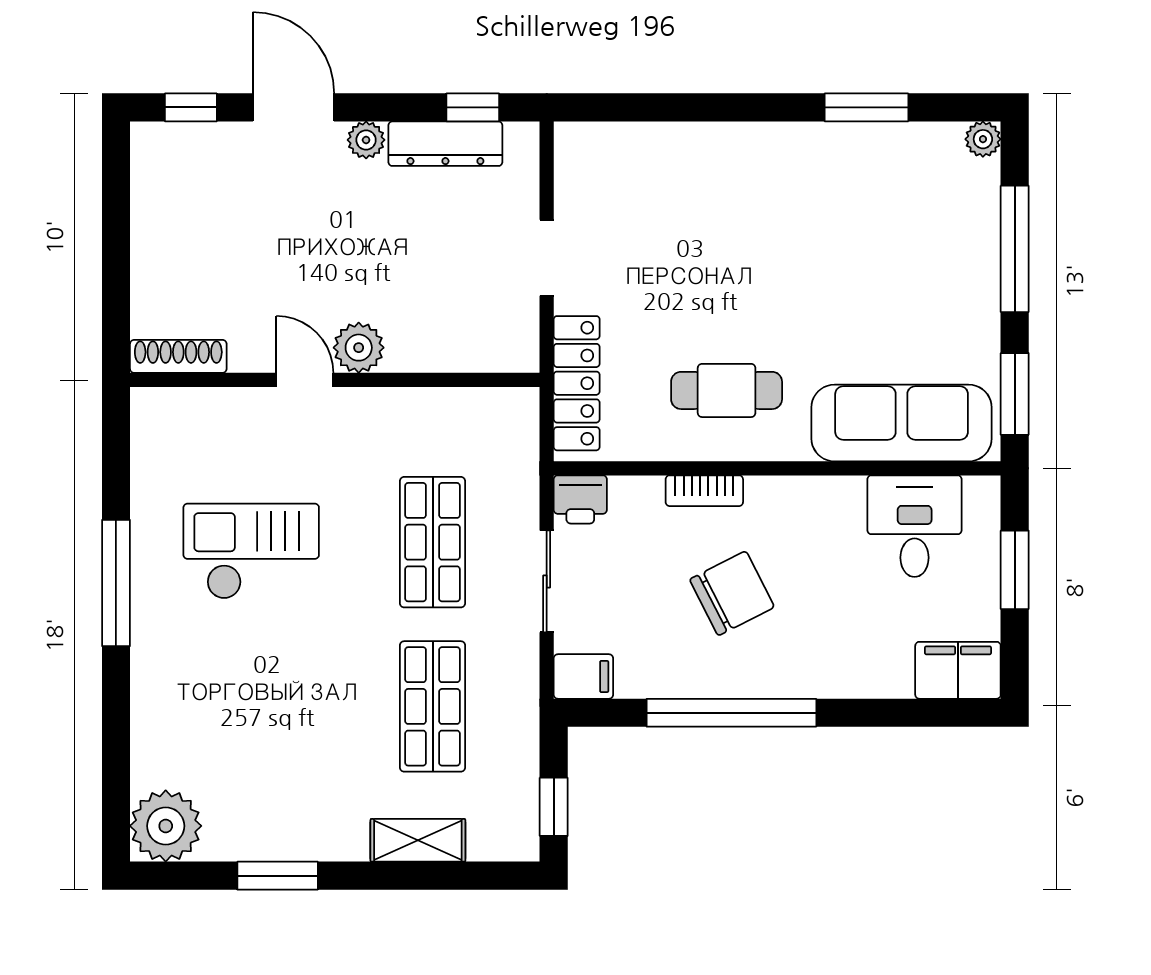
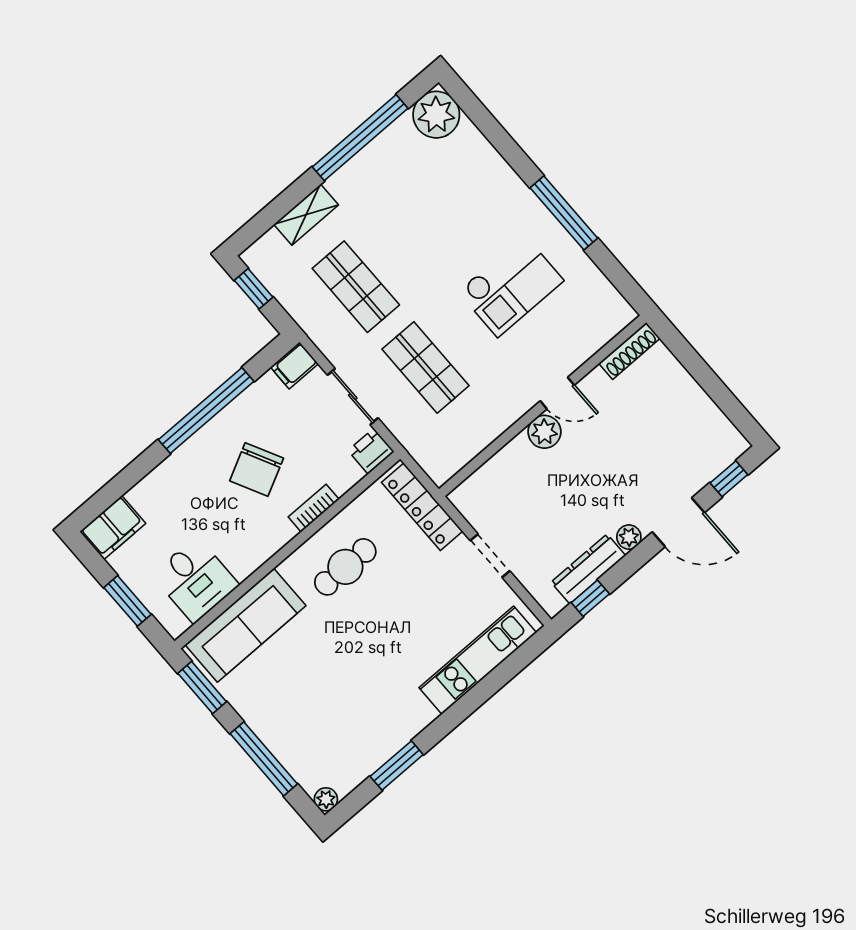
kitchen unit: (666, 149) -> (478, 660), added
window: (278, 876) -> (360, 138), width x2.11

